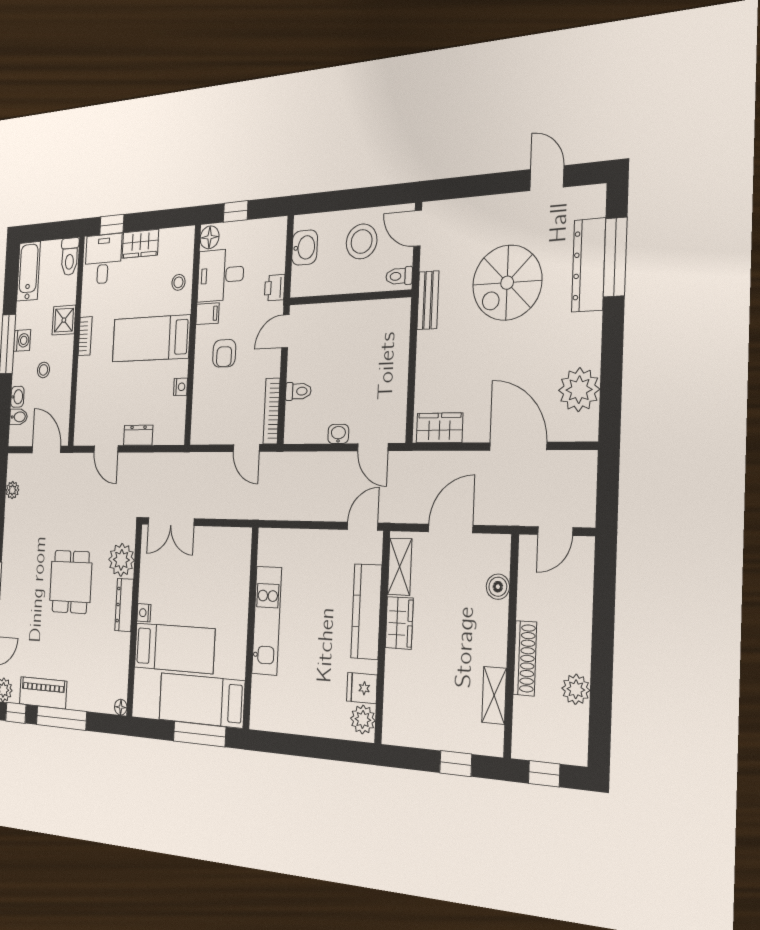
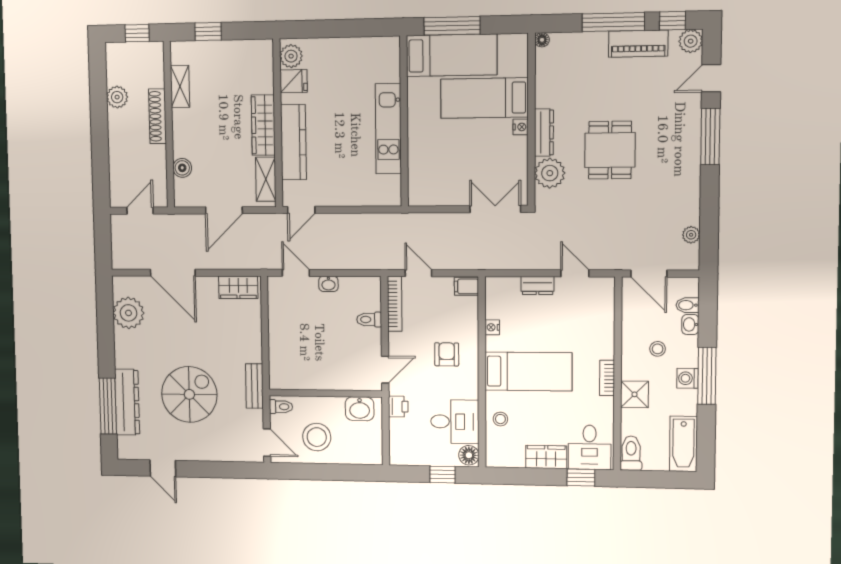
washbasin: (305, 248) -> (360, 409), moved, turned -90
filing cabinet: (207, 314) -> (466, 286), moved
wardrobe: (399, 623) -> (263, 125), width x1.50

